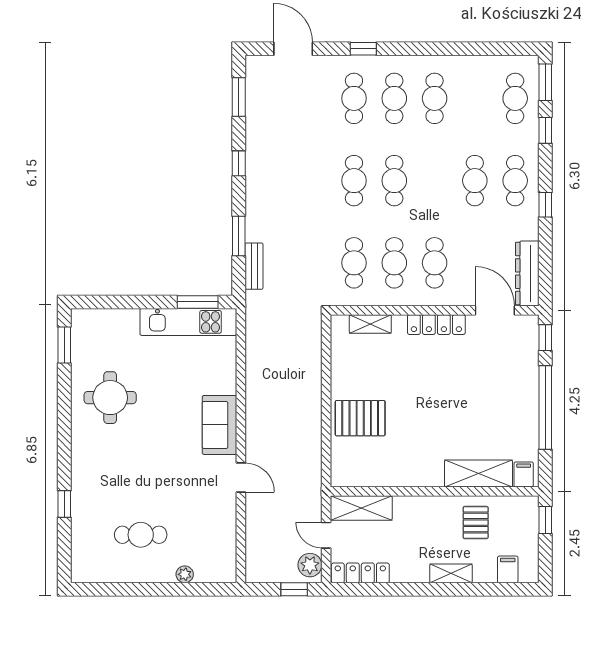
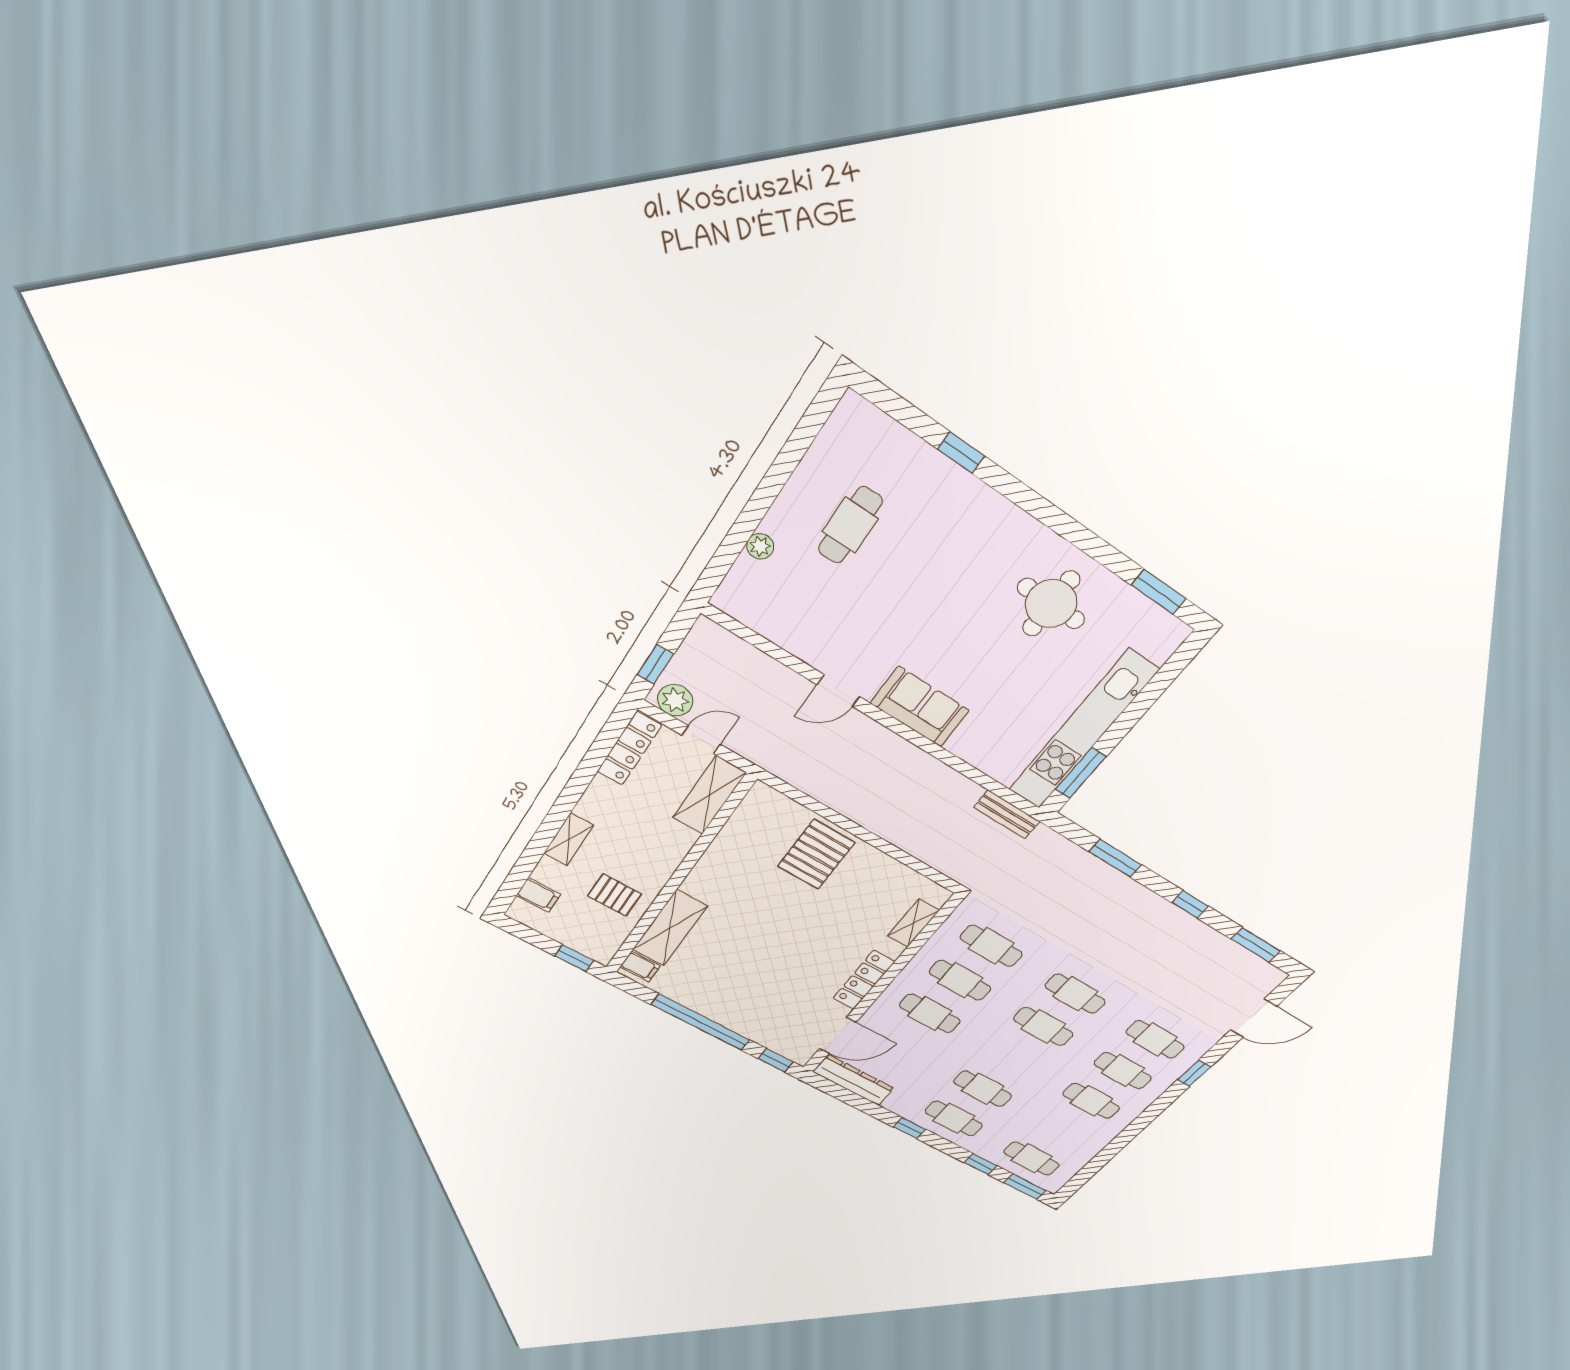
bench: (254, 266) -> (1007, 814), moved
kitchen unit: (188, 322) -> (1083, 731), width x1.36

